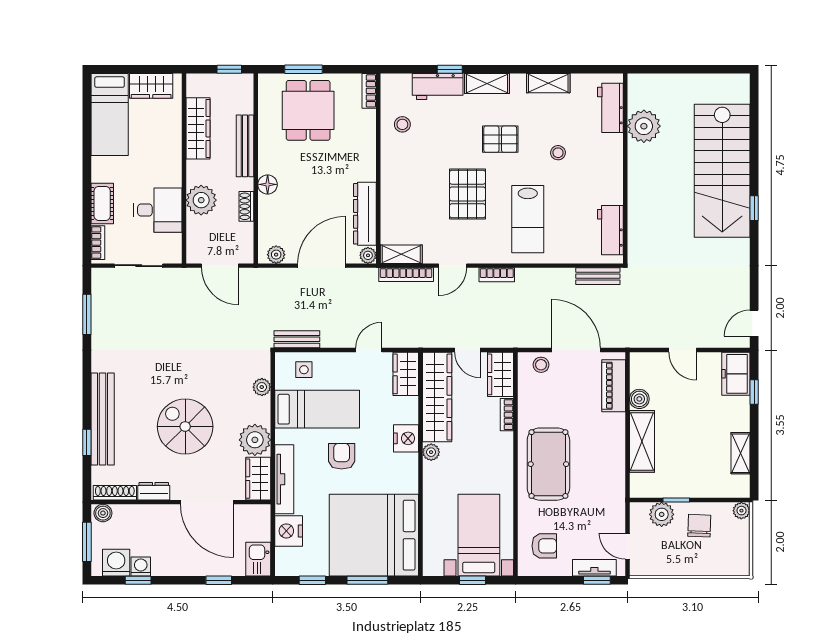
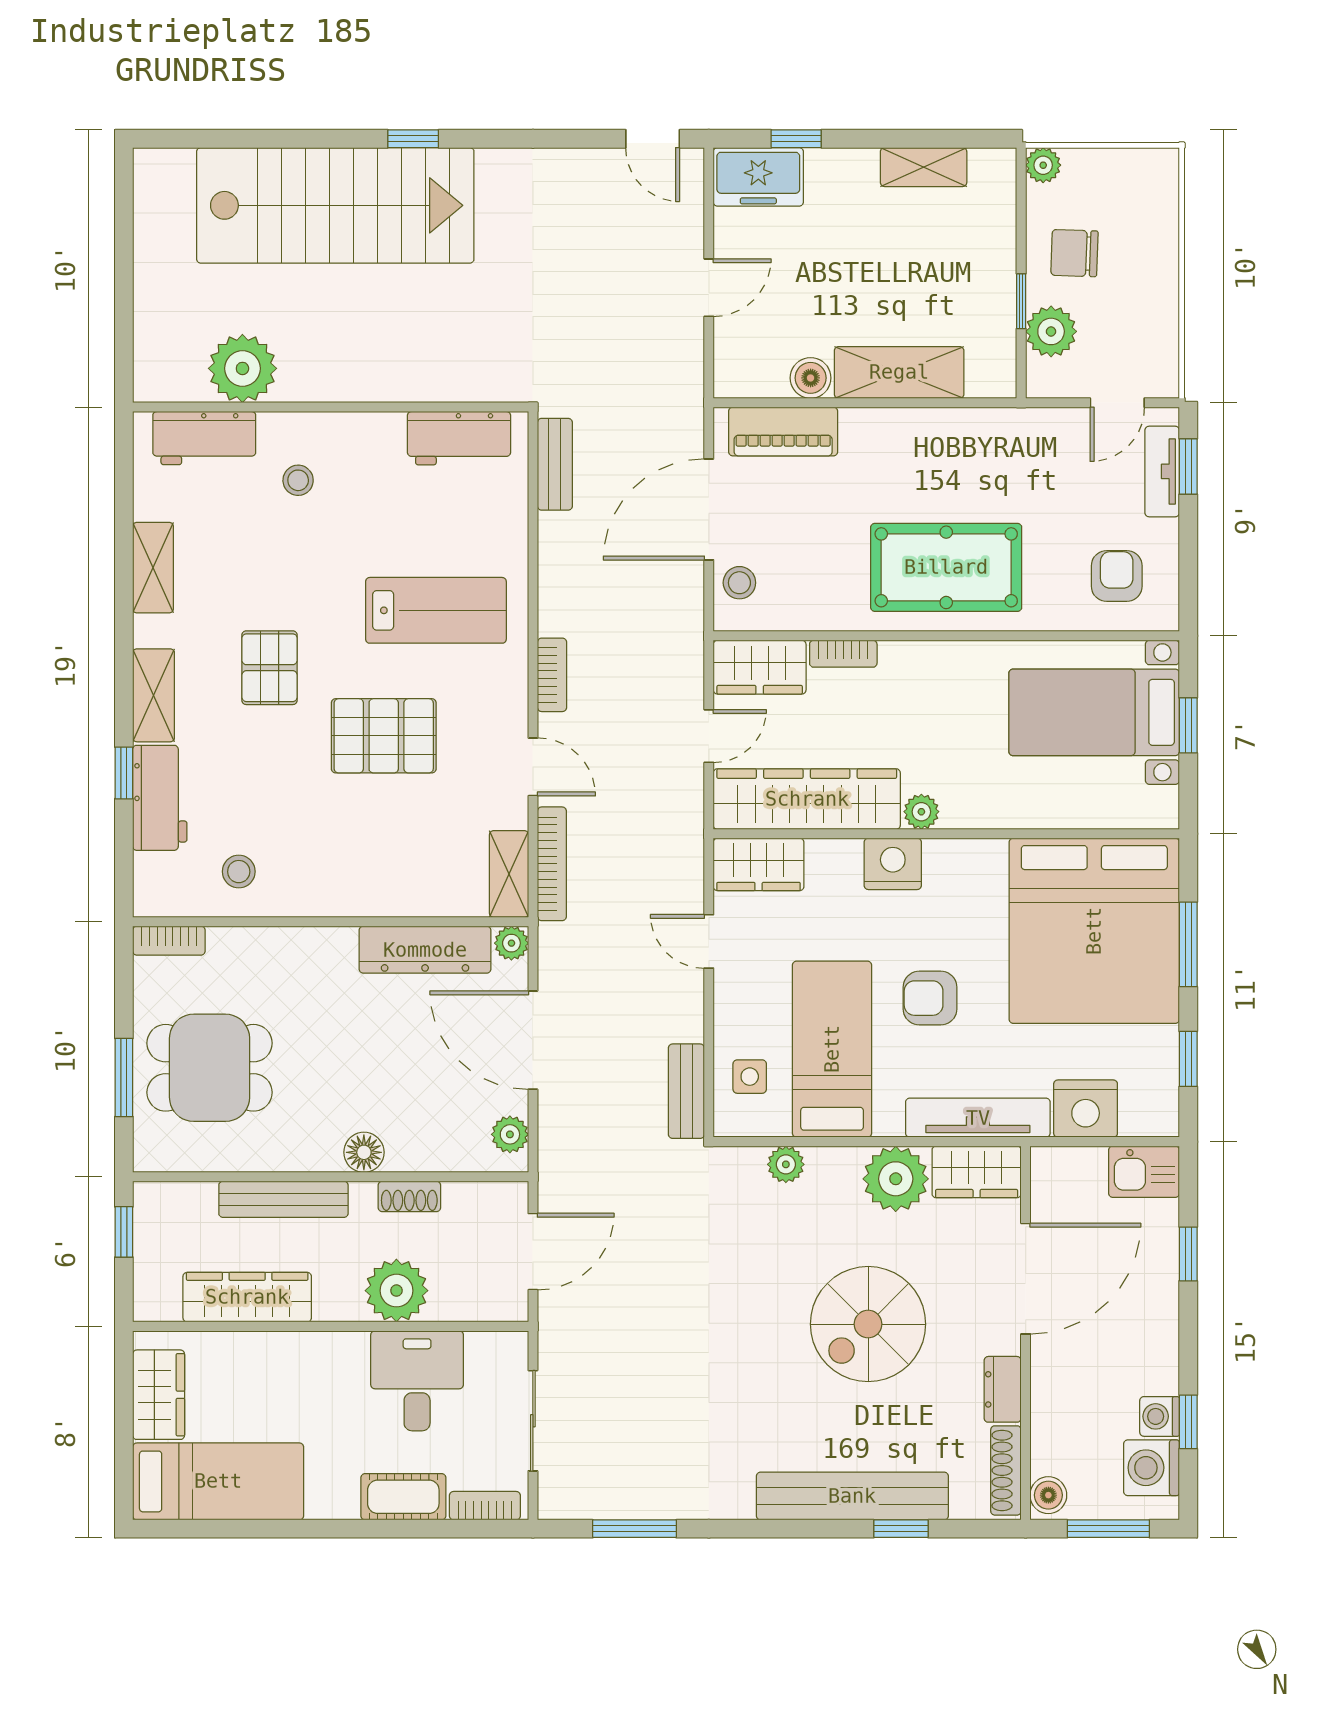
stool: (558, 153) -> (298, 480), moved

